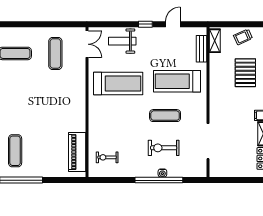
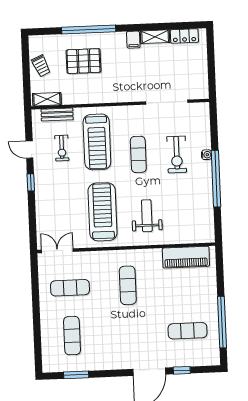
weight bench: (122, 41) -> (147, 216), moved, turned 180
exercise mat: (55, 102) -> (128, 285), added
exercise bike: (107, 157) -> (62, 148), moved
window: (159, 180) -> (216, 179), moved

